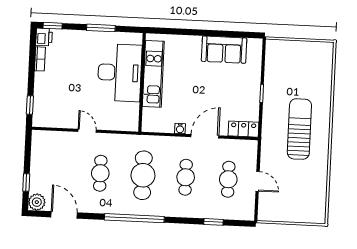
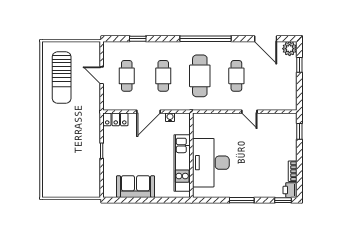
desk: (120, 73) -> (211, 163), moved
kitchen unit: (153, 74) -> (182, 163), moved
wall: (142, 82) -> (191, 155), moved
sun lounger: (299, 129) -> (62, 78), moved

